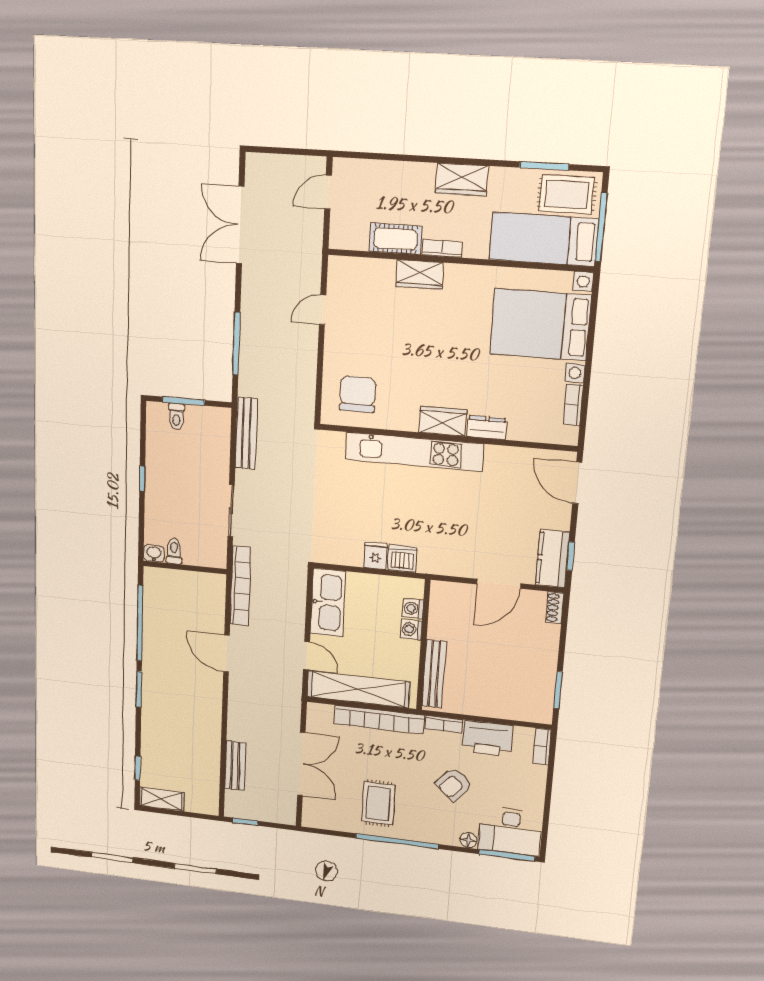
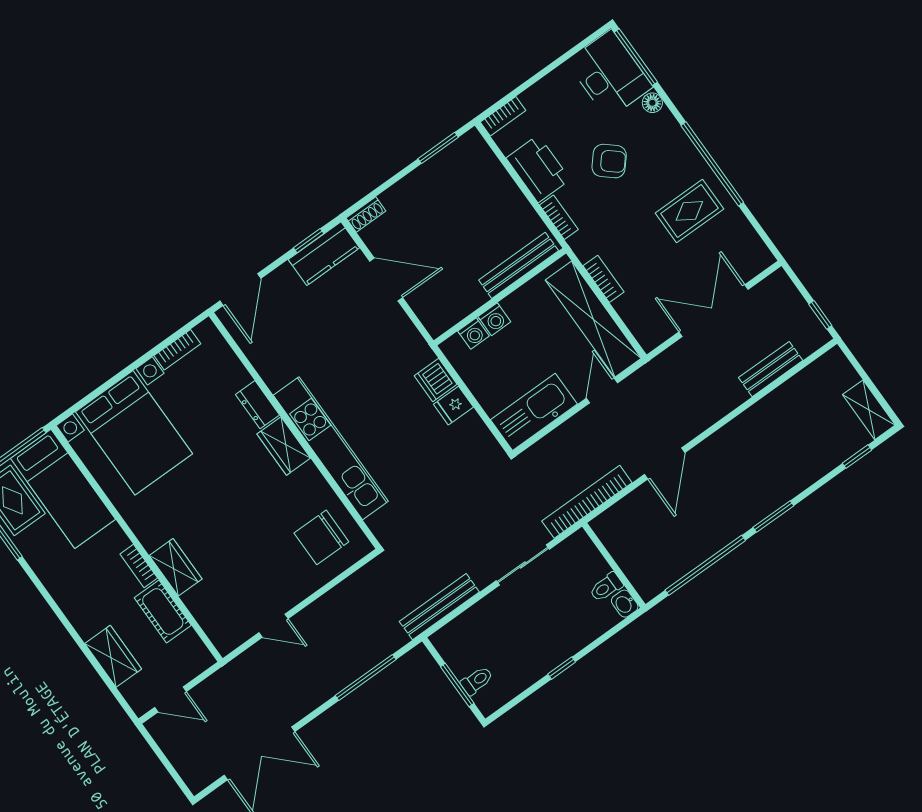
wardrobe: (462, 179) -> (113, 656), moved
bookcase: (379, 720) -> (604, 279), width x0.43, depth x0.76

